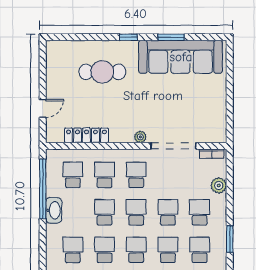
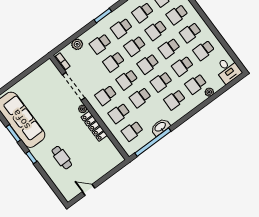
cafe table: (102, 72) -> (62, 158), width x0.73, depth x0.74
door: (43, 108) -> (89, 190), moved
locker: (86, 135) -> (94, 126), moved

